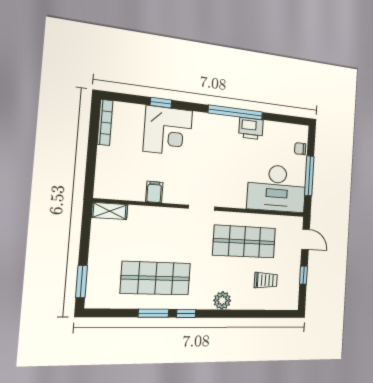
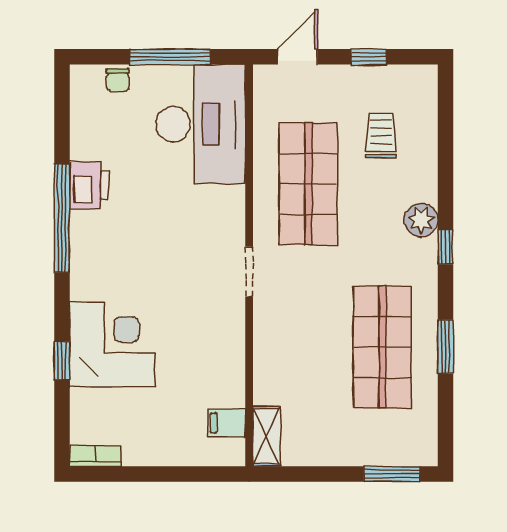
bookcase: (105, 122) -> (96, 456), width x0.64
filing cabinet: (154, 192) -> (227, 423), moved
window: (186, 313) -> (446, 247), moved

